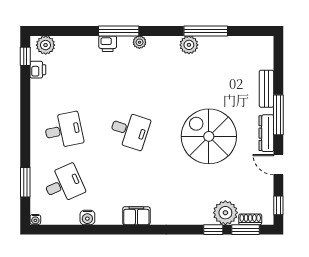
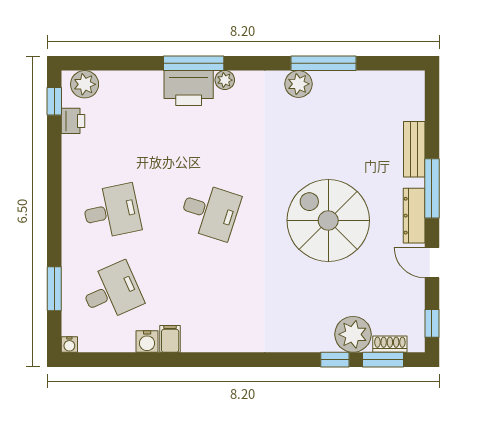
printer: (108, 44) -> (189, 88), width x1.87, depth x1.48
filing cabinet: (136, 216) -> (170, 339), moved, width x0.50

